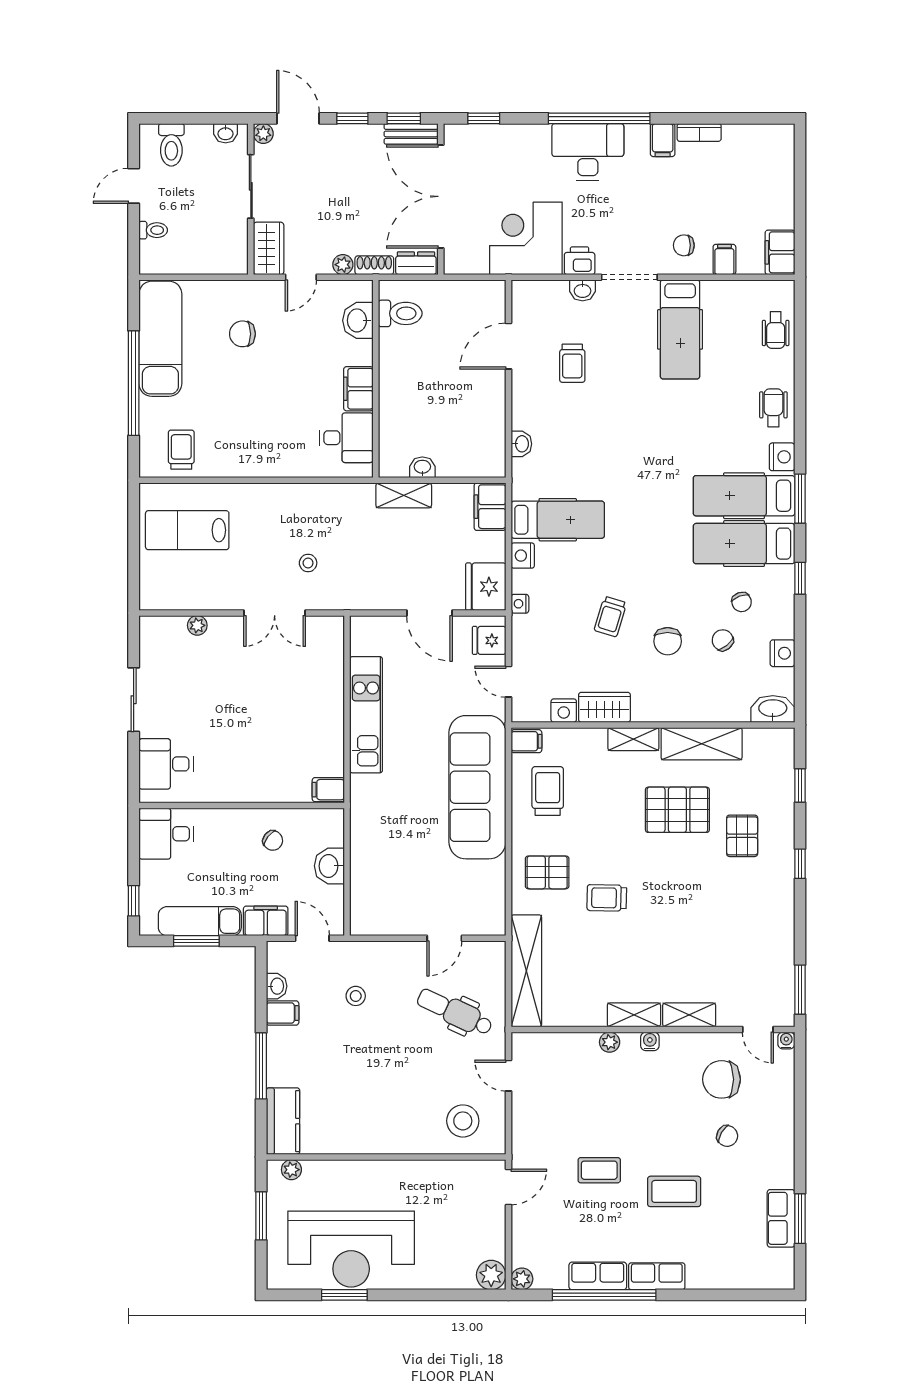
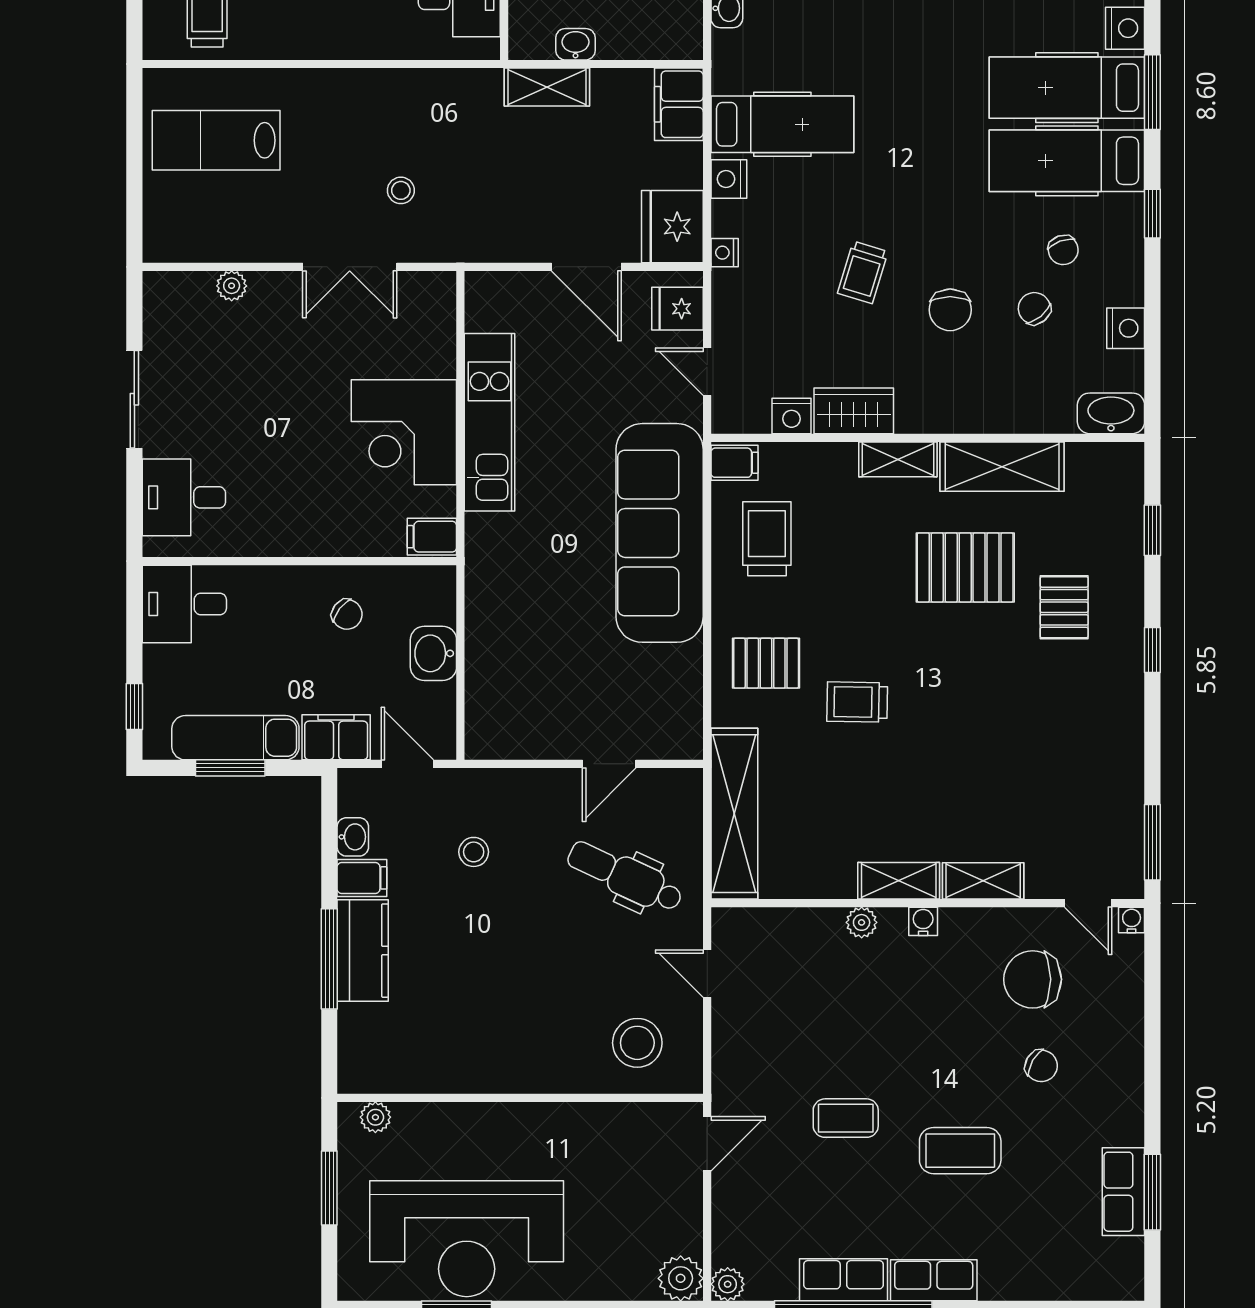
corner desk: (310, 721) -> (404, 432), added
kitchen counter: (283, 1121) -> (363, 951), moved

